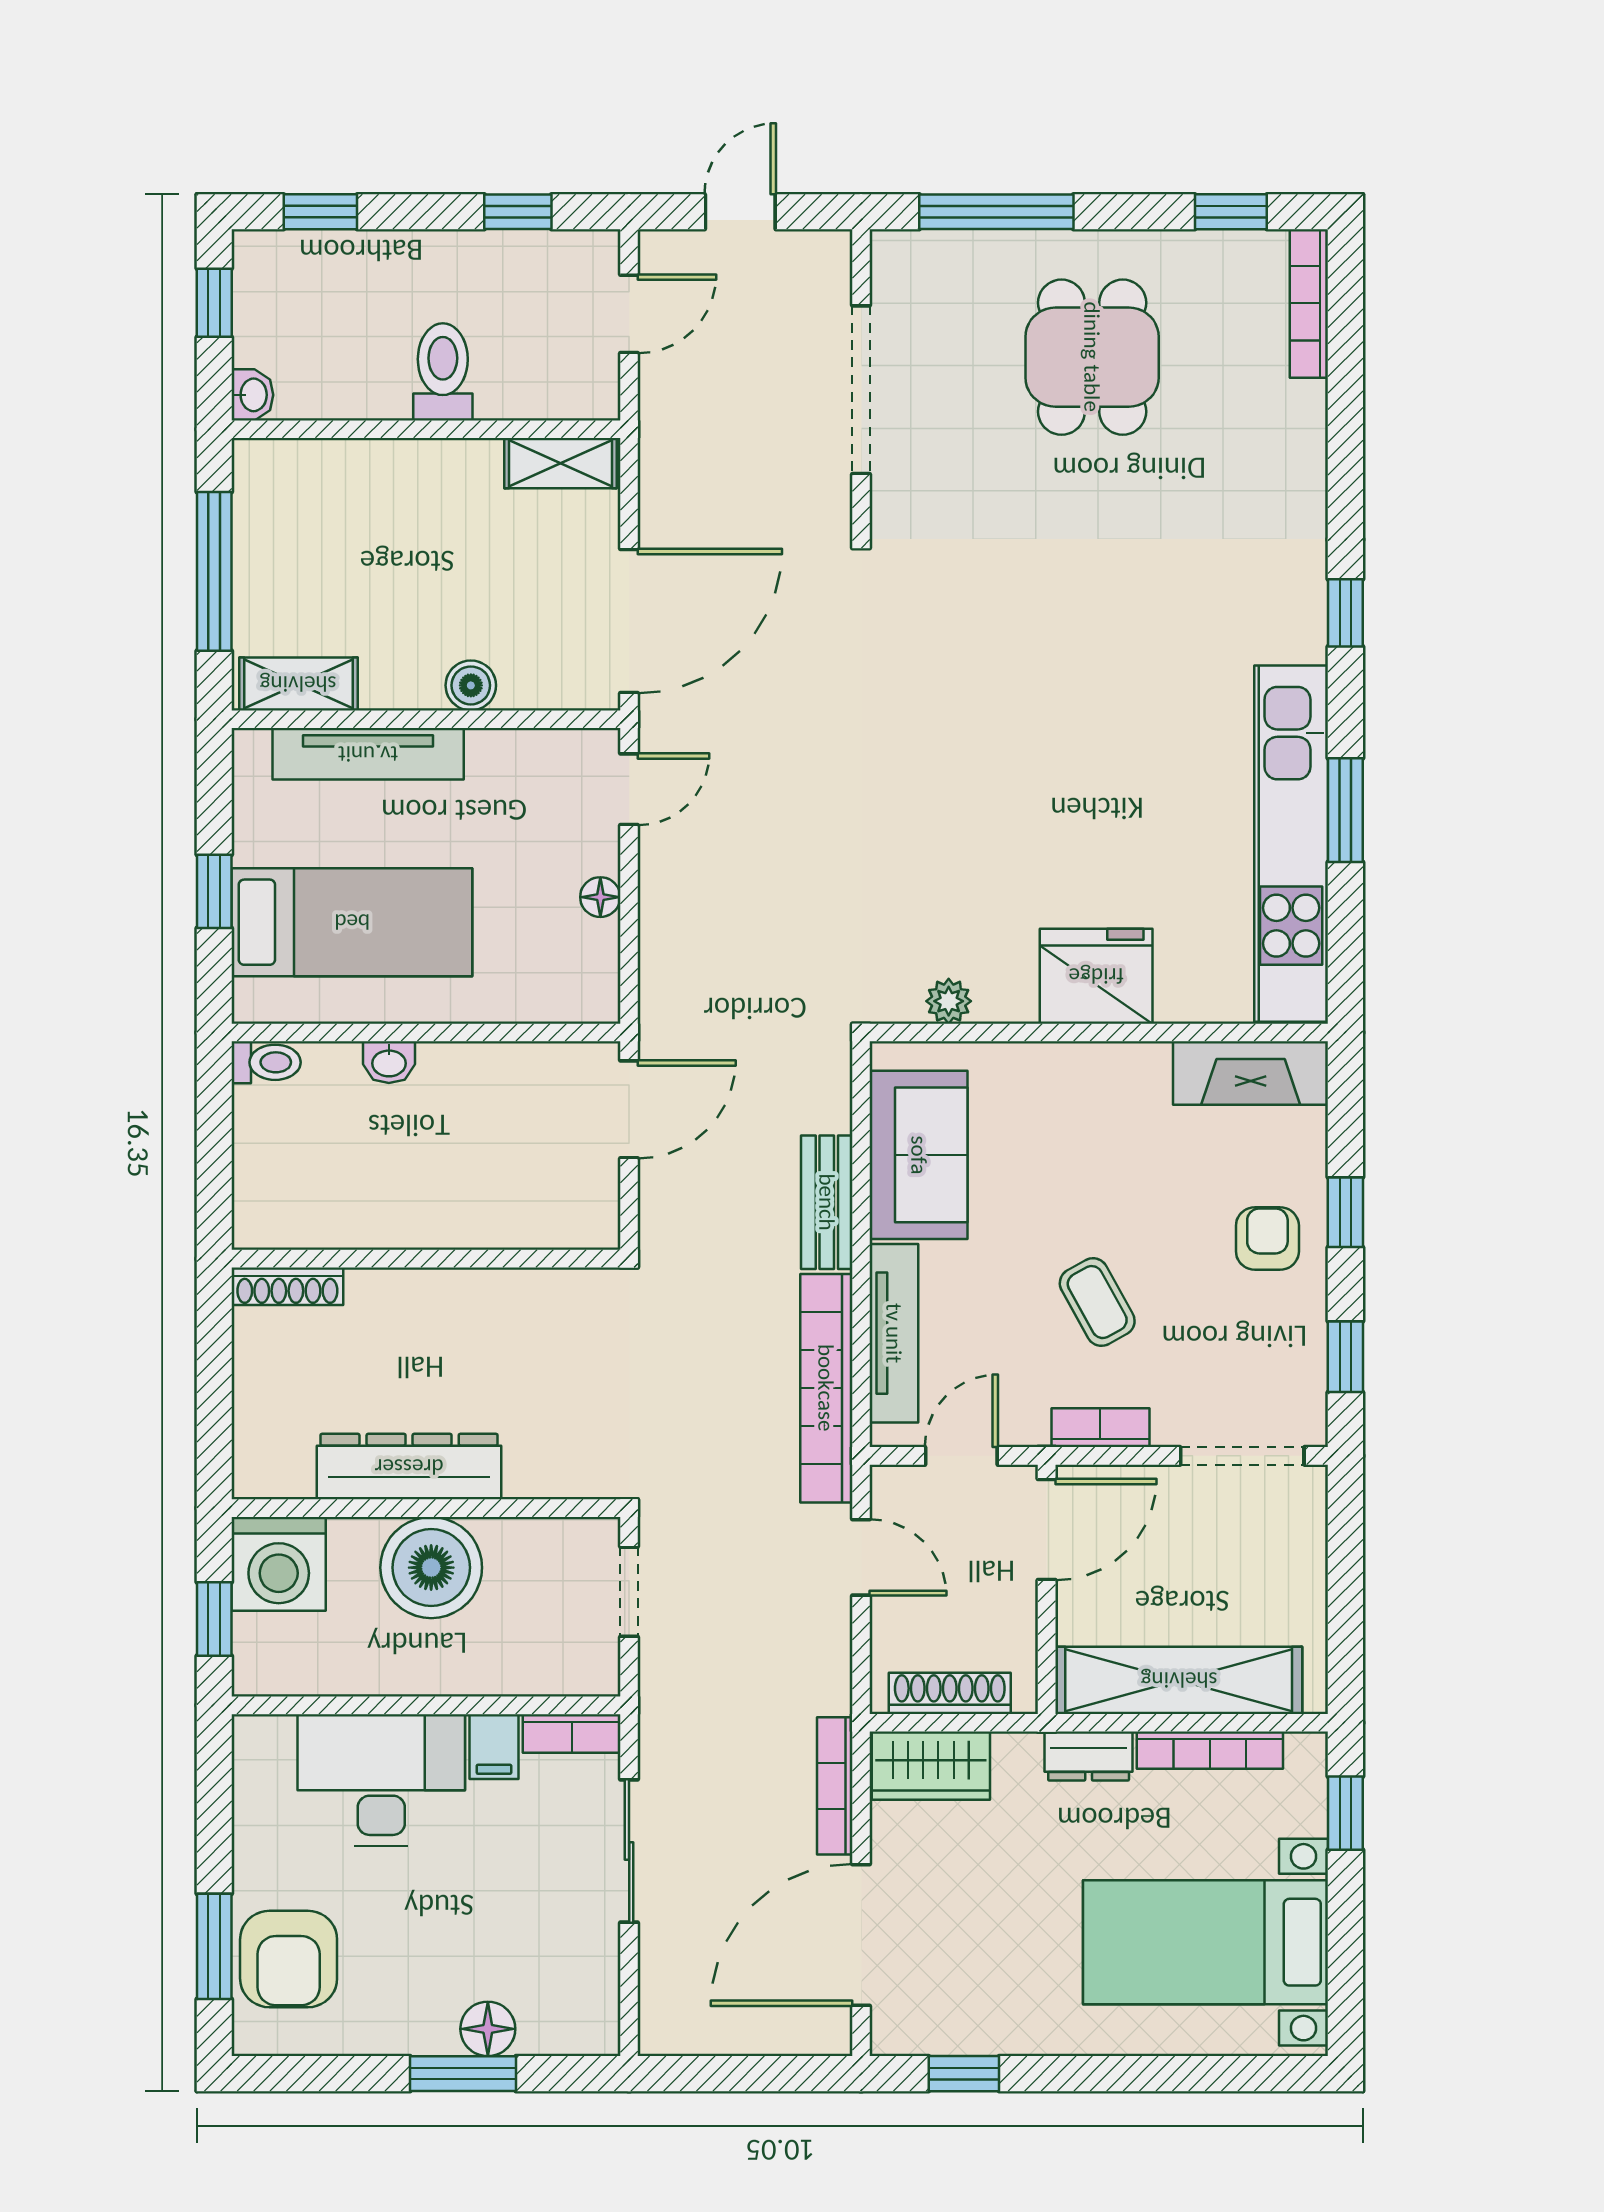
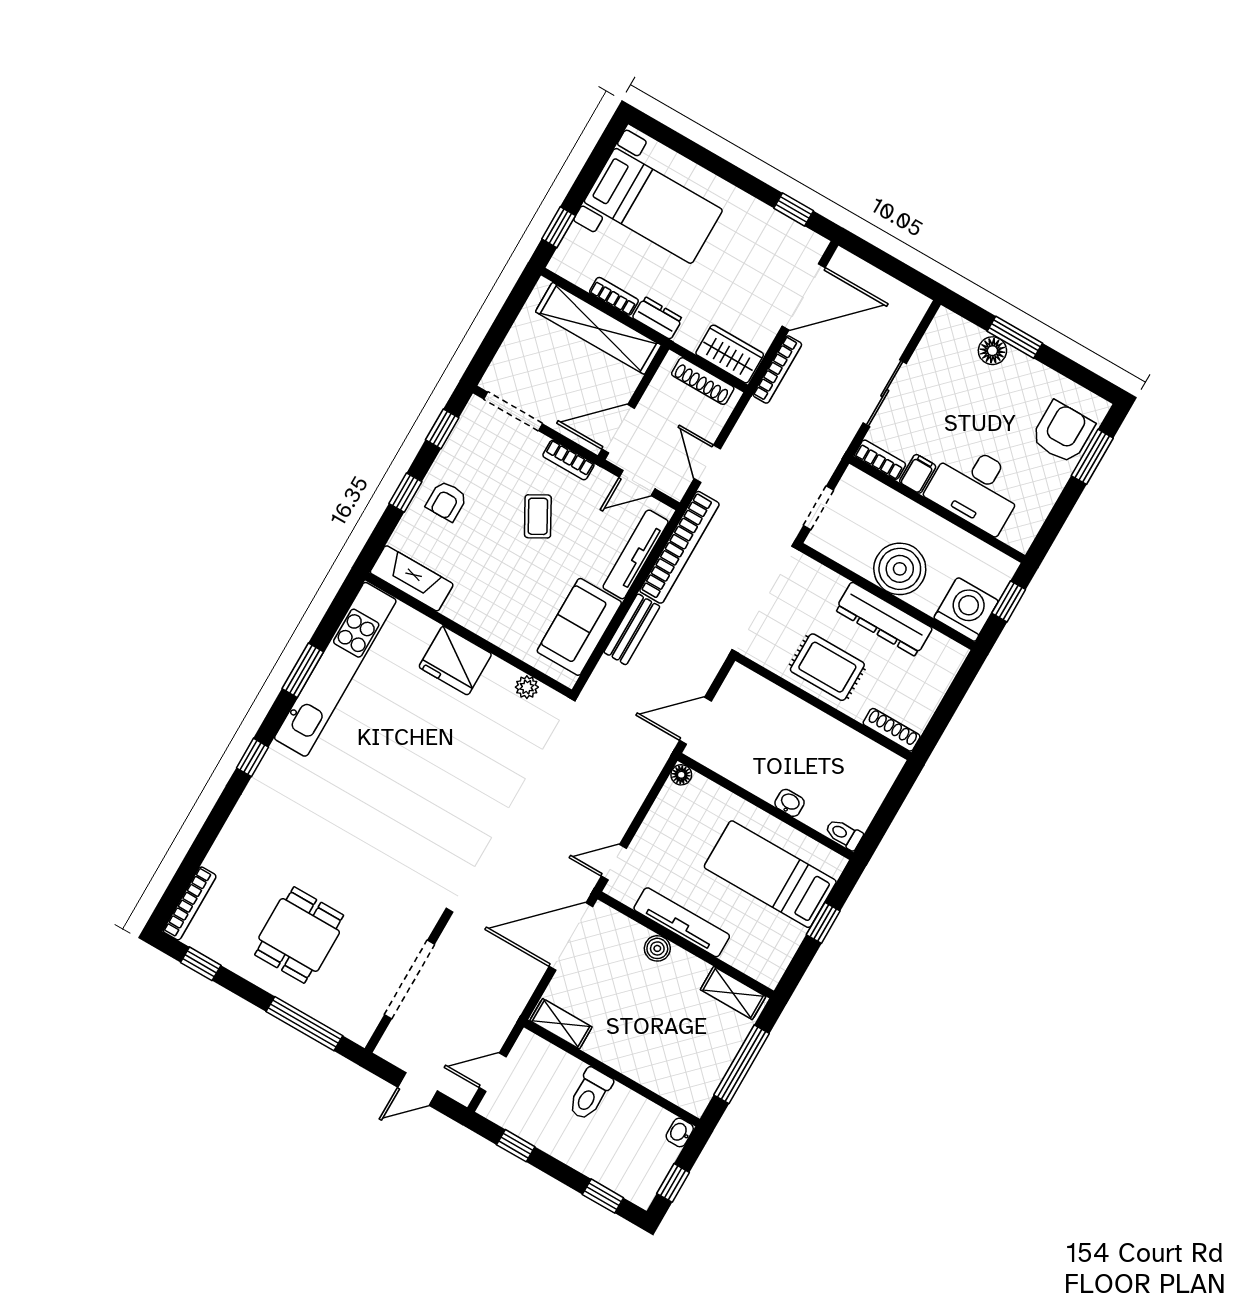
tv unit: (368, 754) -> (682, 922), moved
floor lamp: (600, 897) -> (681, 775), moved
rug: (458, 1330) -> (827, 667), added
bookcase: (1210, 1750) -> (614, 296), width x0.64

